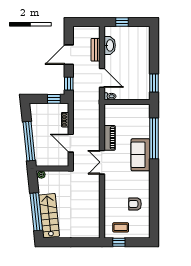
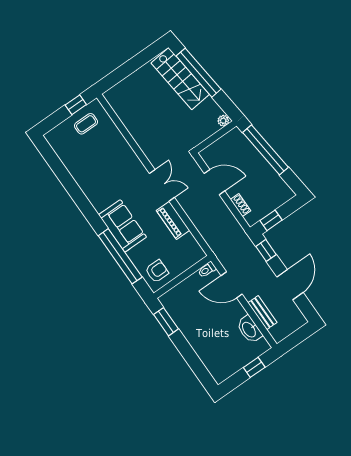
armchair: (135, 204) -> (157, 271), moved

